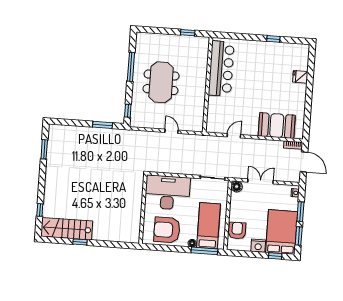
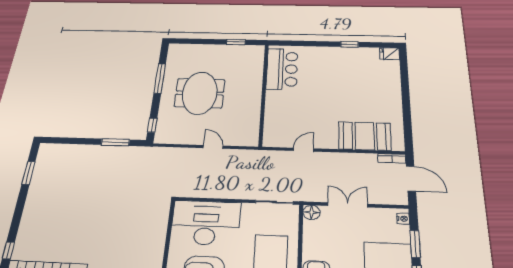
bar counter: (221, 69) -> (282, 69), width x0.73
fridge: (300, 77) -> (390, 54), moved

